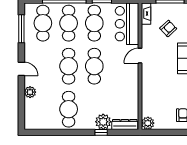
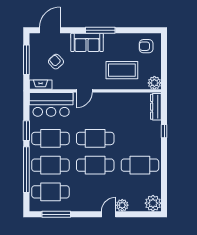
door: (140, 56) -> (84, 91), hinge flipped
door: (21, 69) -> (109, 214), moved
coffee table: (160, 92) -> (122, 70), added
plant: (103, 122) -> (153, 203), moved

